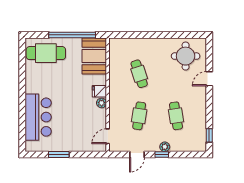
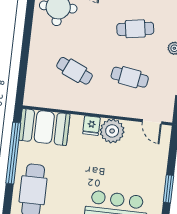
cafe table: (139, 74) -> (74, 71), turned 42
plant: (102, 103) -> (112, 131), width x1.88, depth x1.88

